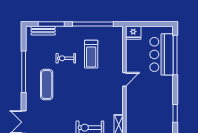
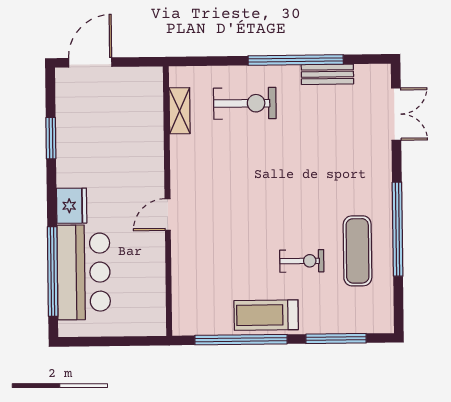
bench: (43, 31) -> (354, 323), removed
fridge: (133, 33) -> (72, 206), moved, turned 90
treadmill: (91, 54) -> (266, 315), moved, turned -90
exercise mat: (47, 85) -> (357, 251), moved

